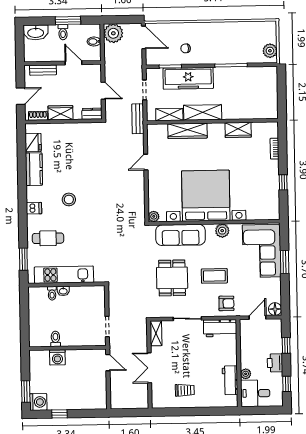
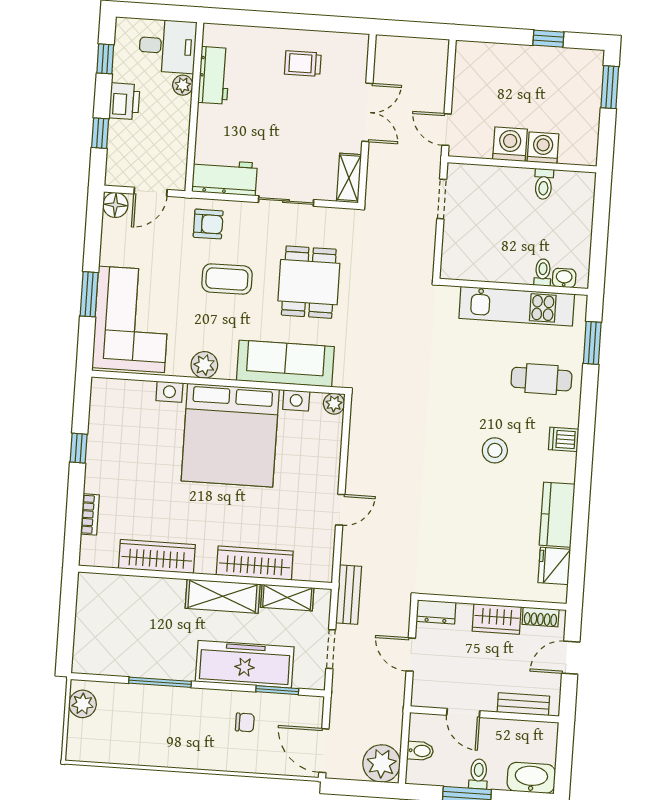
wardrobe: (238, 130) -> (157, 556), width x1.50
washbasin: (63, 291) -> (564, 278), moved
armchair: (226, 303) -> (208, 224), turned 180
washing machine: (38, 402) -> (510, 144), moved, turned 90

